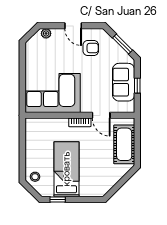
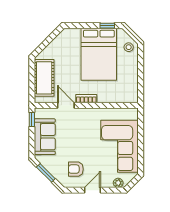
door: (73, 26) -> (93, 190), hinge flipped
window: (137, 86) -> (32, 119), moved
corner sofa: (53, 93) -> (119, 146), moved, turned 90
bed: (66, 169) -> (99, 54), width x1.50

